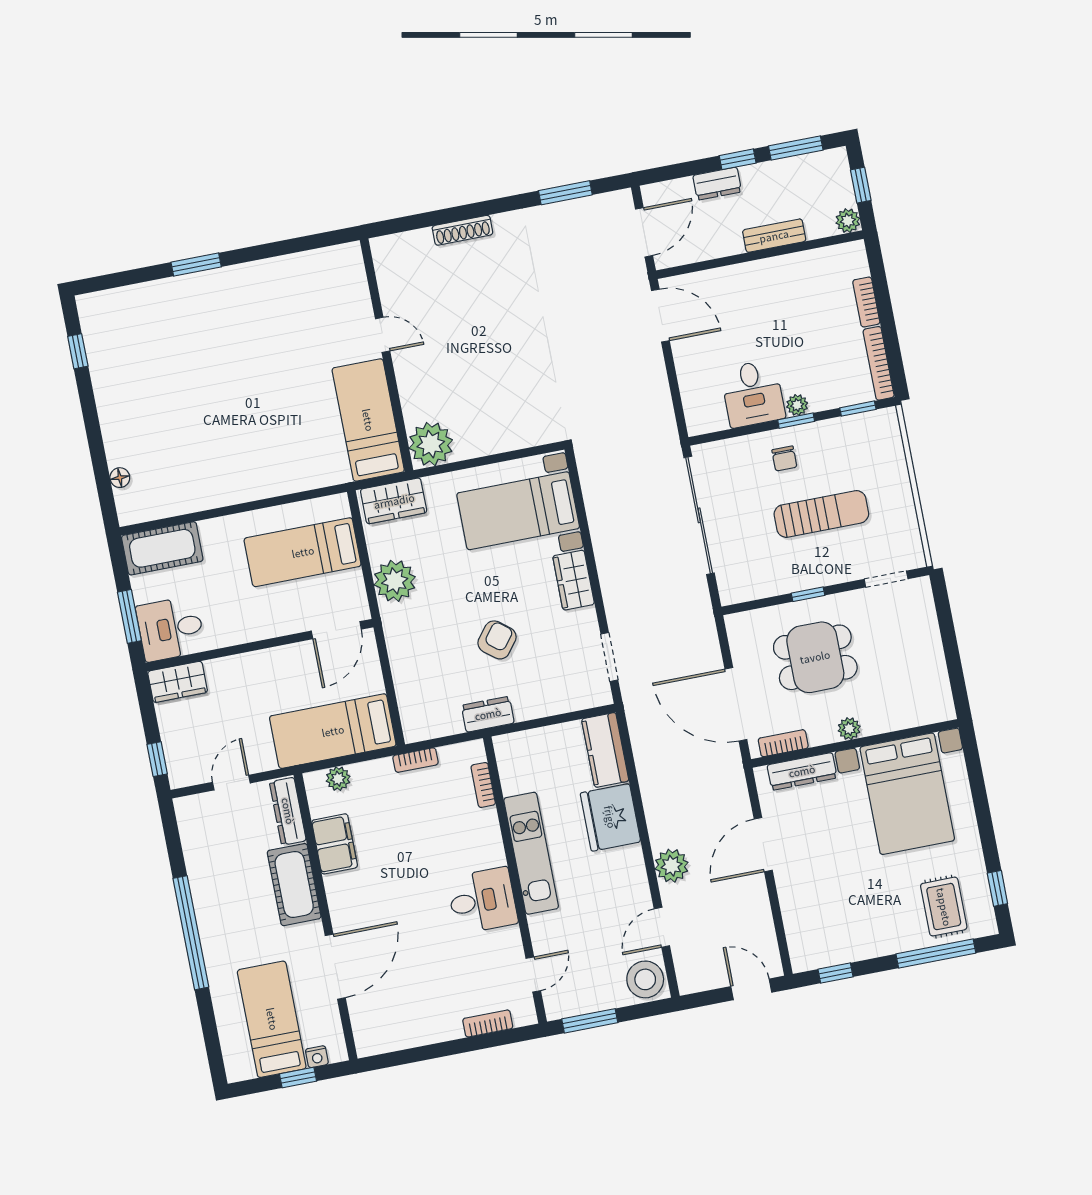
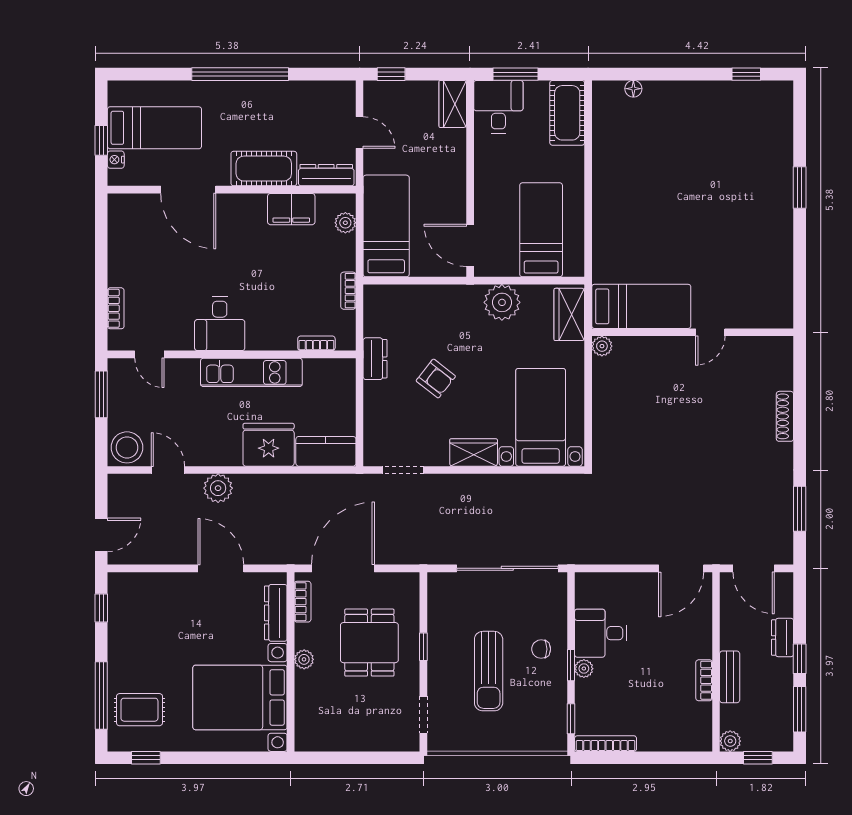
bookcase: (866, 302) -> (704, 680), moved, turned -90
plant: (431, 444) -> (602, 346), width x0.53, depth x0.53

